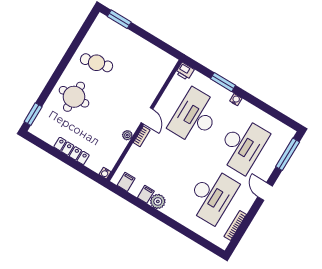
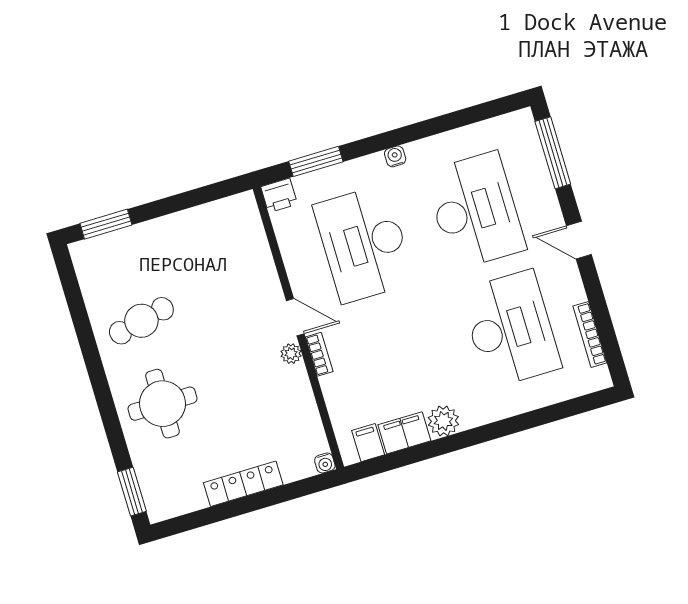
window: (223, 82) -> (316, 161), moved
plant: (127, 135) -> (291, 354), moved
filing cabinet: (146, 194) -> (404, 433), width x2.00

